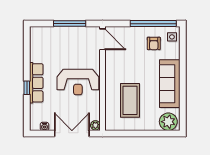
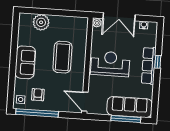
window: (70, 24) -> (126, 119), moved
sofa: (54, 37) -> (130, 107), added
sofa: (170, 84) -> (25, 62), width x0.73
coffee table: (130, 100) -> (62, 57), moved
plant: (168, 122) -> (41, 22), moved

